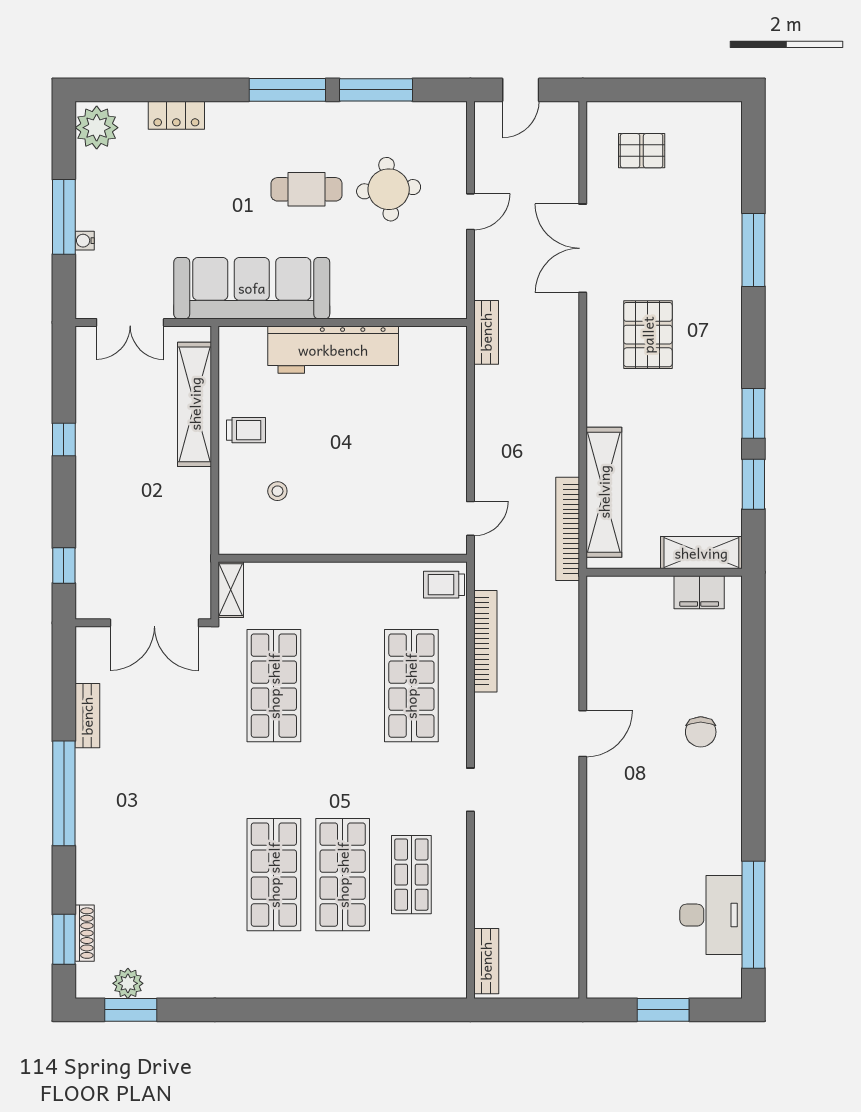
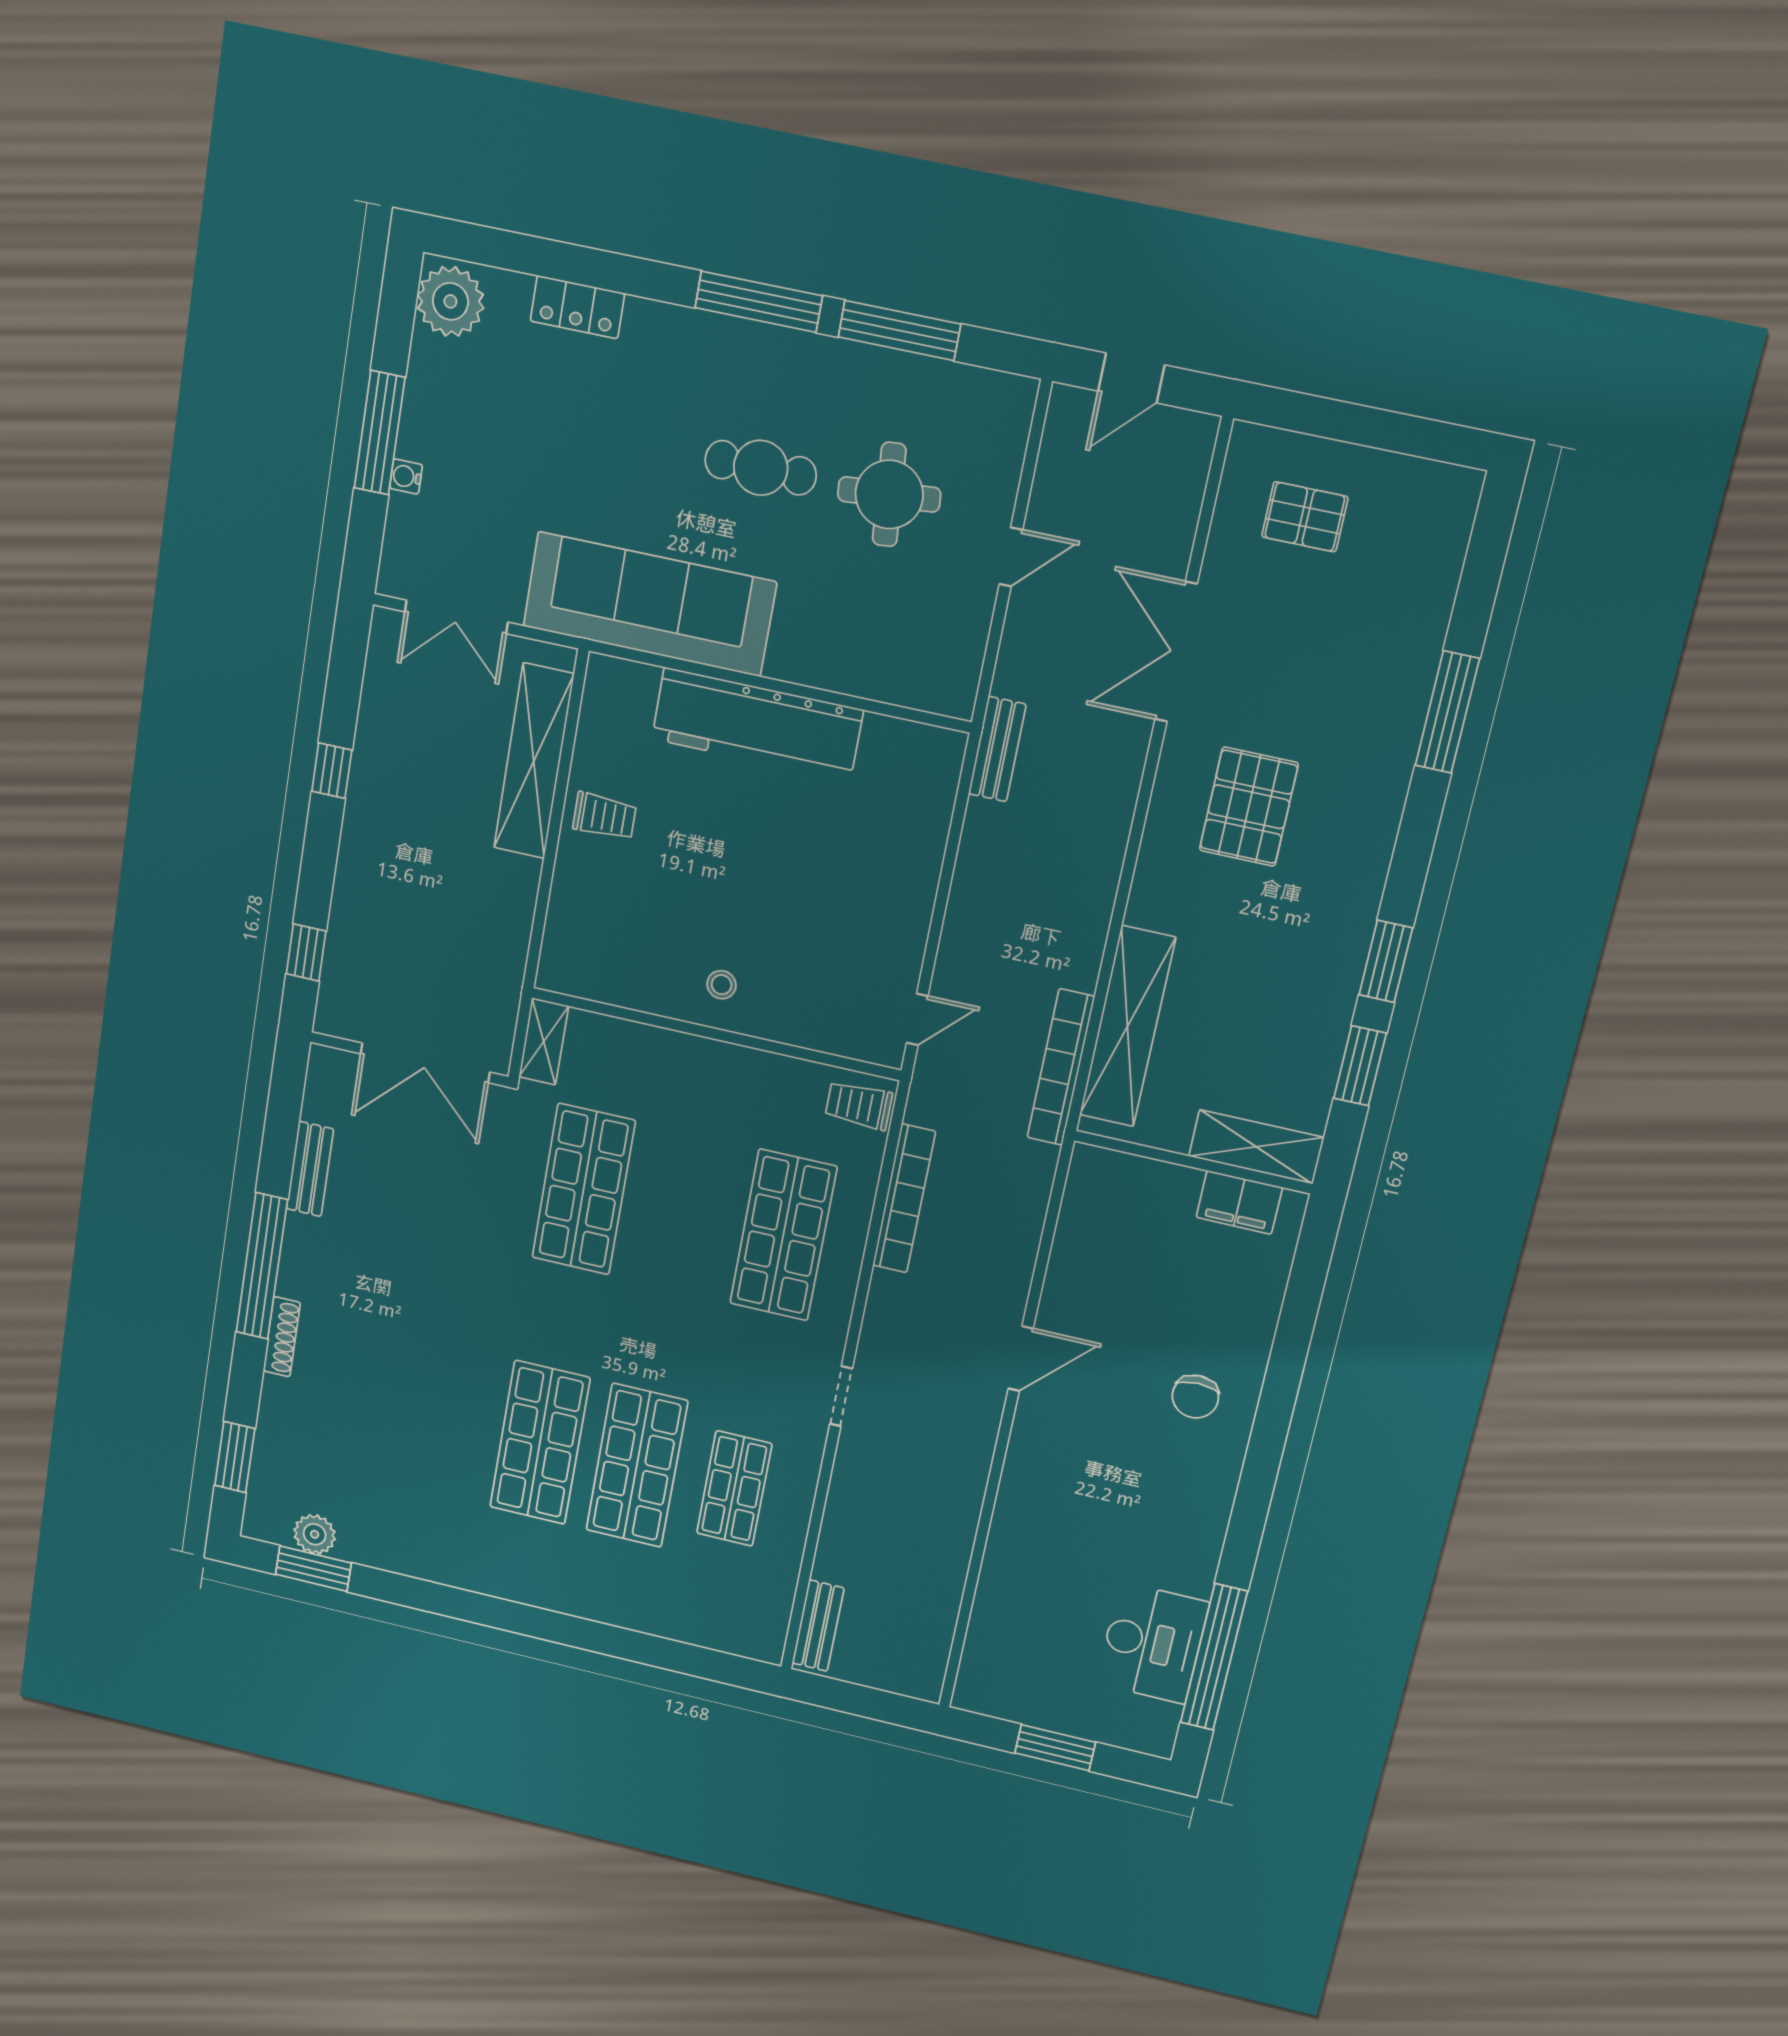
stool: (277, 491) -> (722, 985), moved
shoe rack: (85, 933) -> (282, 1337), moved

